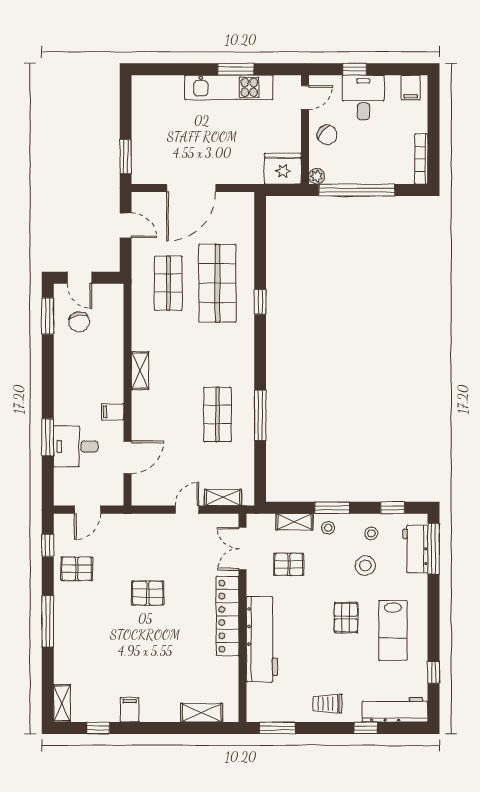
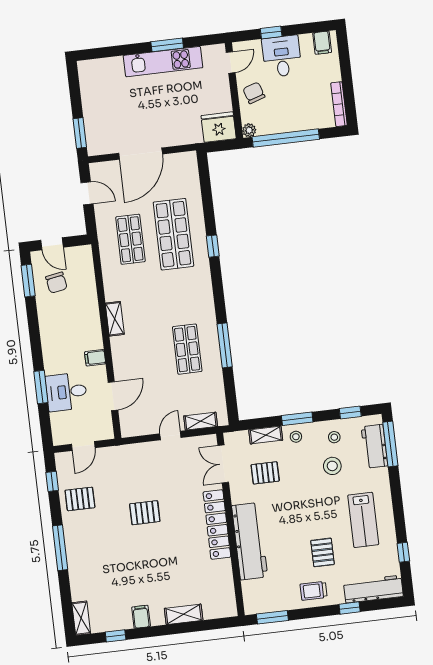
chair: (327, 135) -> (254, 93), turned -150
pallet: (346, 618) -> (323, 552), moved
shelving: (202, 713) -> (184, 614), moved

